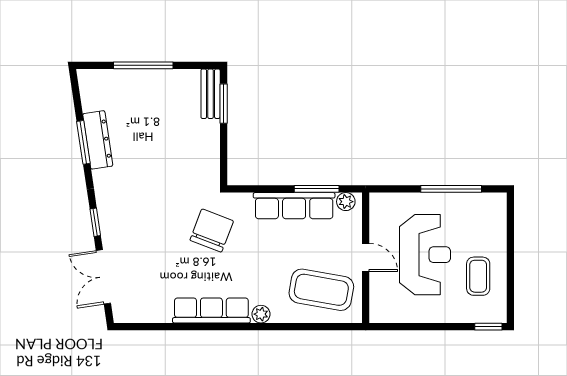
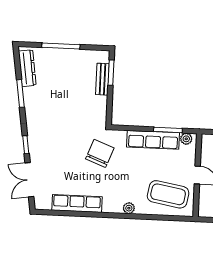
bench: (211, 94) -> (102, 79), moved
dresser: (98, 140) -> (27, 68), moved
row of seats: (211, 310) -> (77, 203), moved

